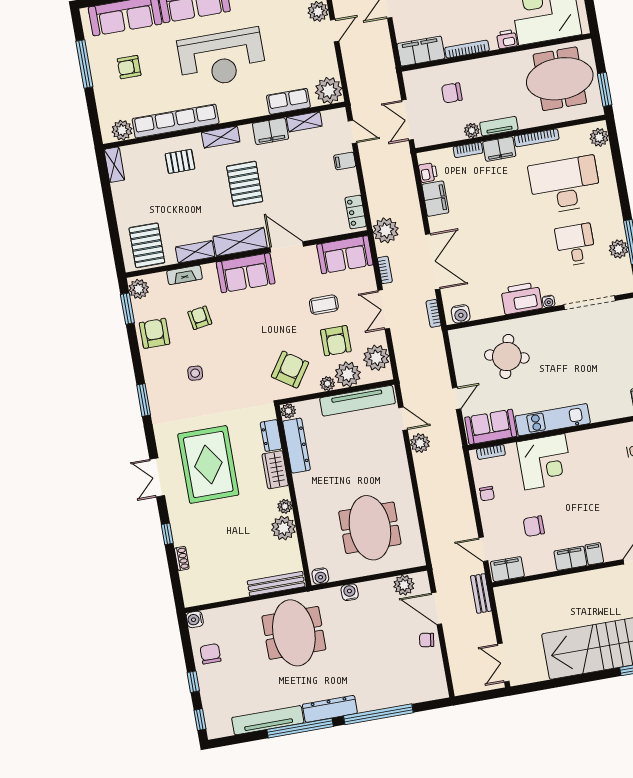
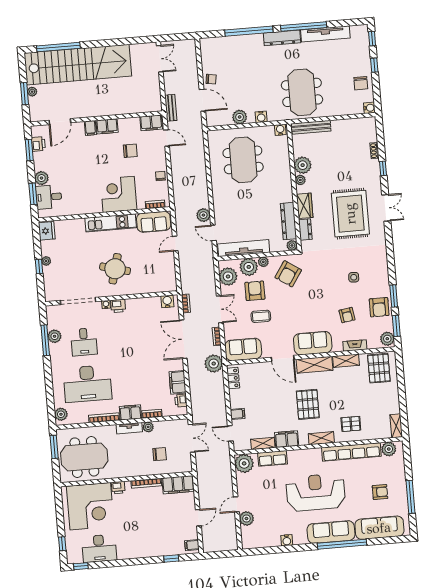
printer: (521, 298) -> (118, 306), width x0.53, depth x0.68
round table: (507, 356) -> (115, 269), moved
window: (144, 400) -> (394, 296), moved
plant: (404, 585) -> (240, 117), moved

